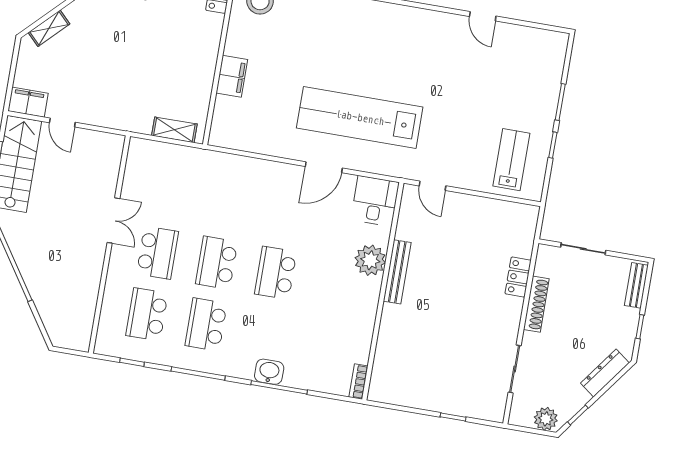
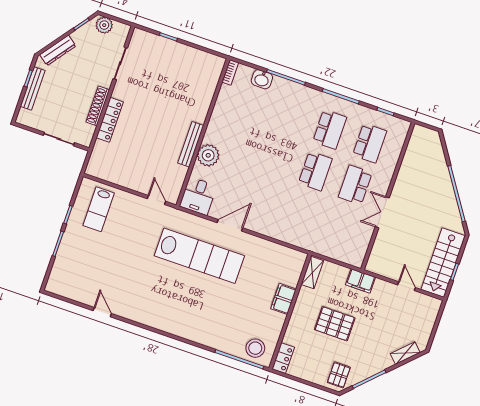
pallet: (154, 53) -> (335, 324), added
filing cabinet: (28, 102) -> (360, 281), moved
shelving: (174, 130) -> (312, 273), moved, turned 90
school desk: (276, 273) -> (275, 157), removed
locker: (518, 277) -> (110, 120), width x1.53
bench: (636, 285) -> (33, 88), moved, width x1.36
washbasin: (269, 372) -> (262, 79), moved

